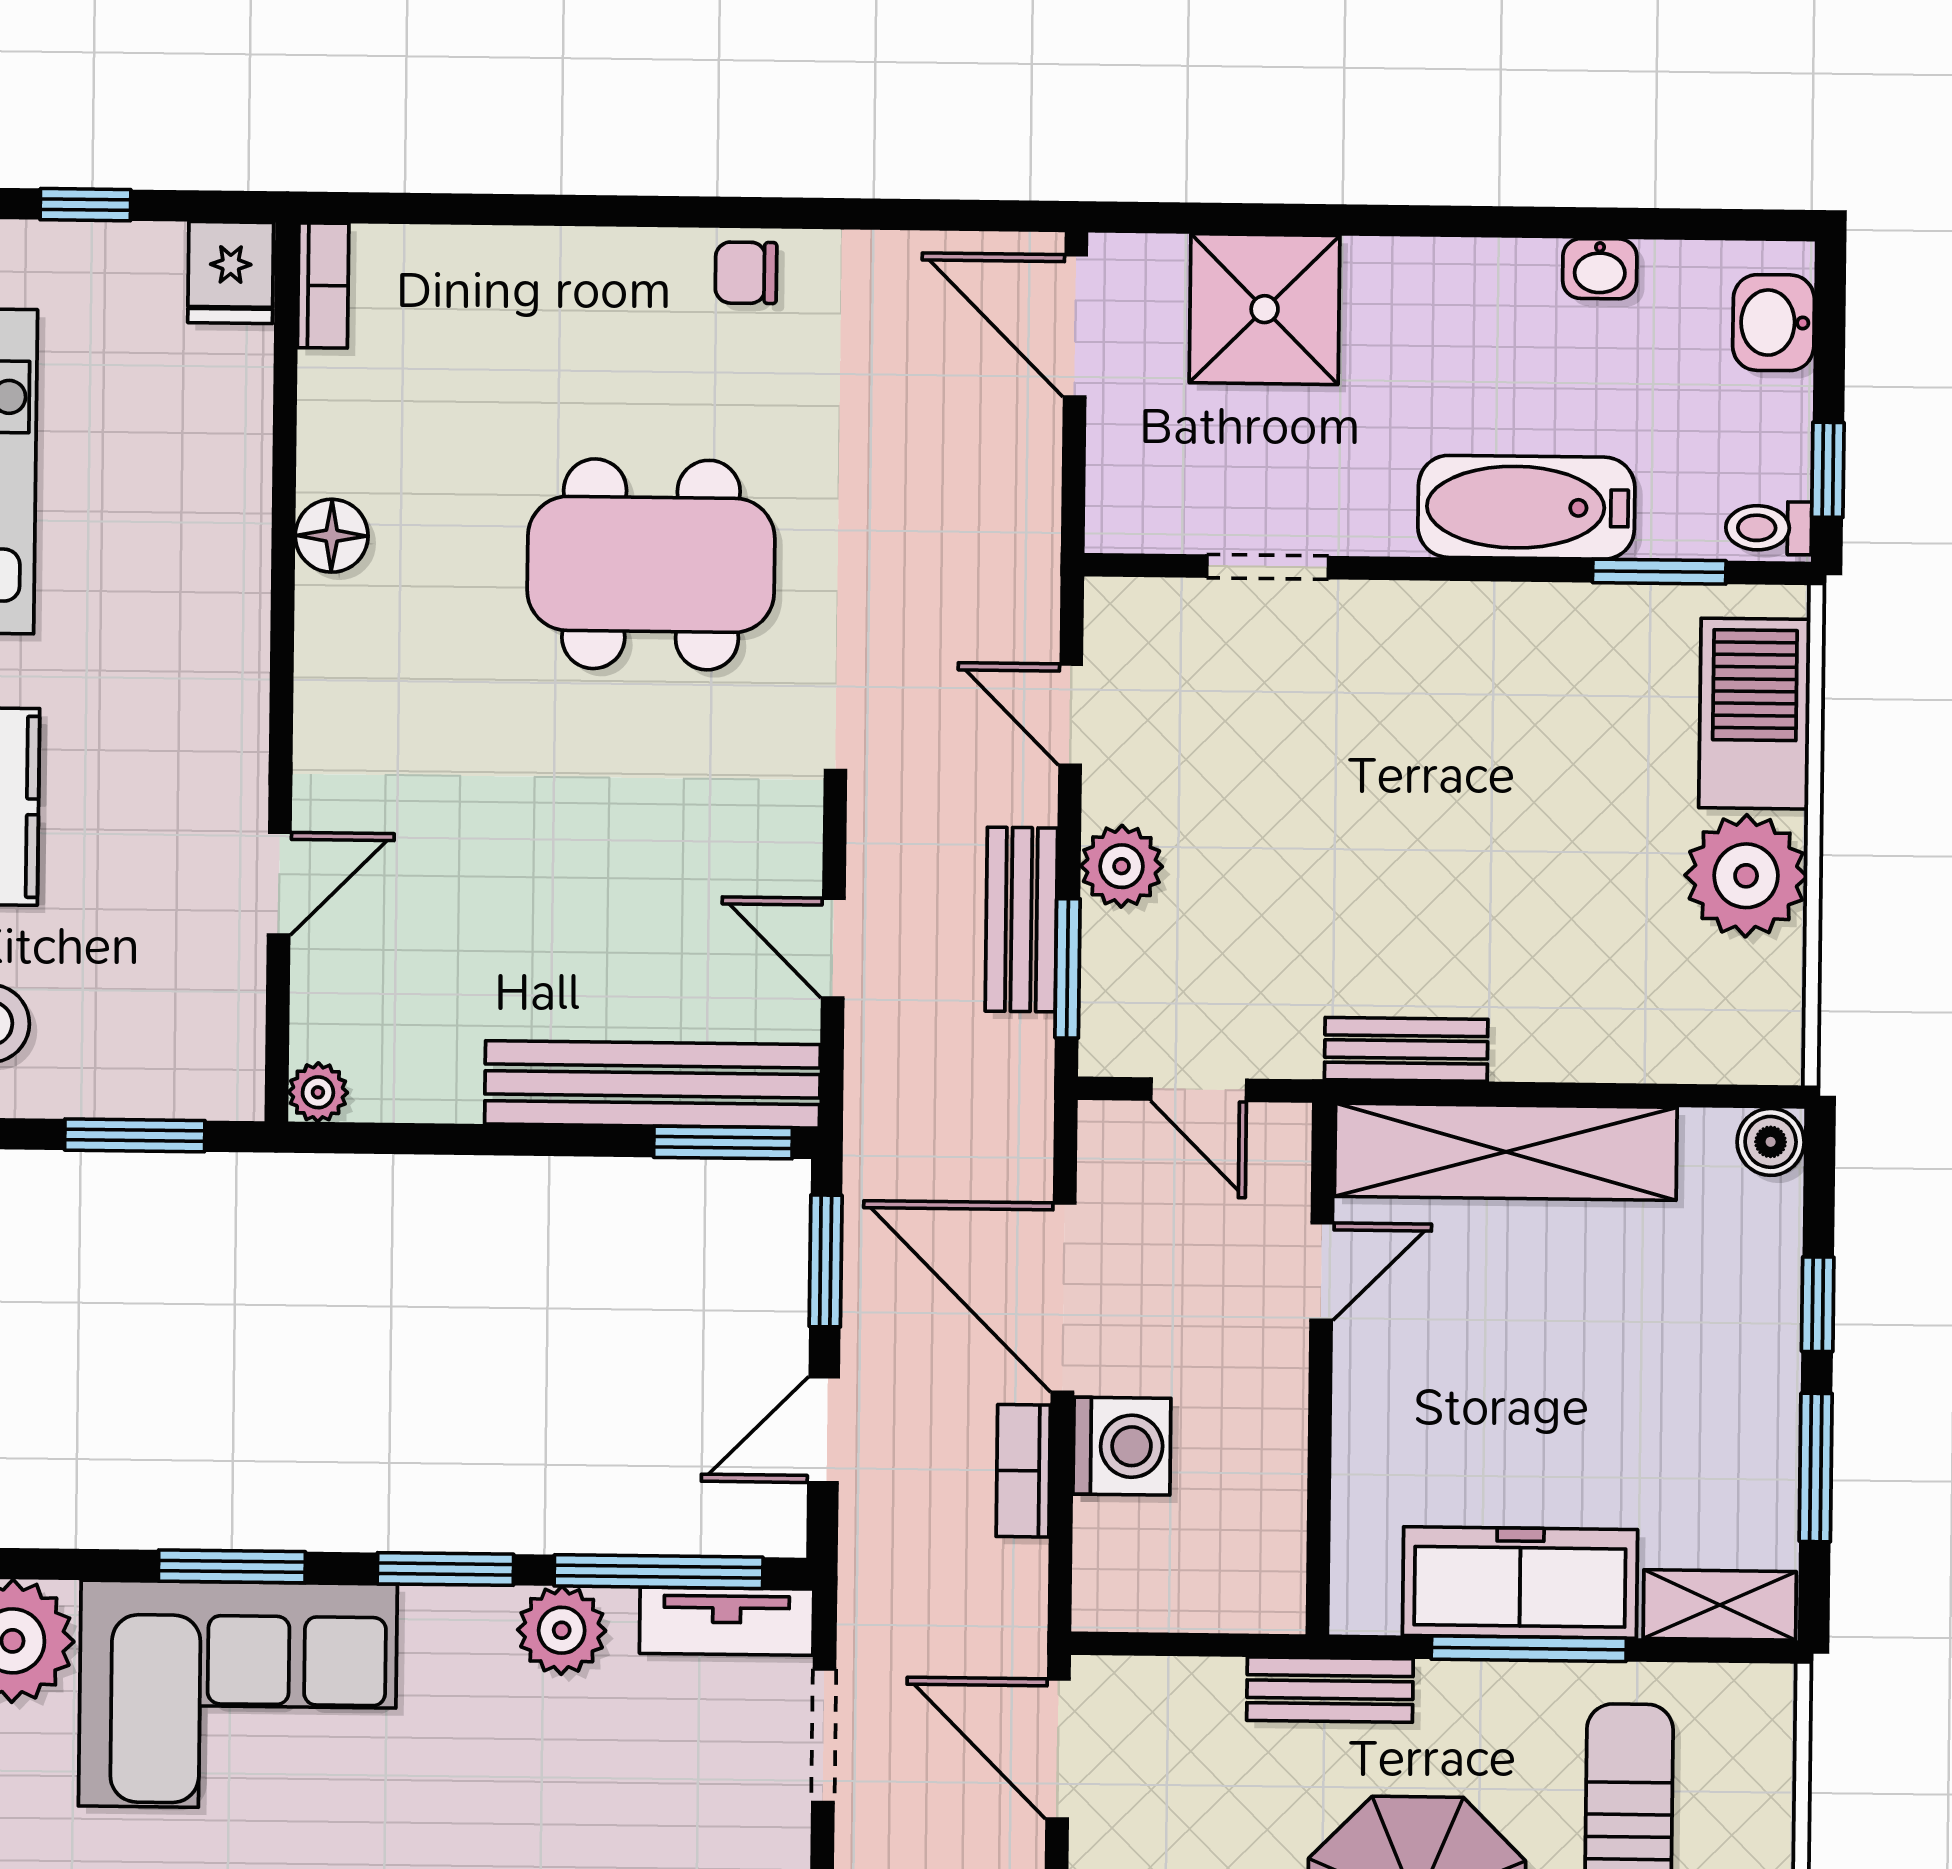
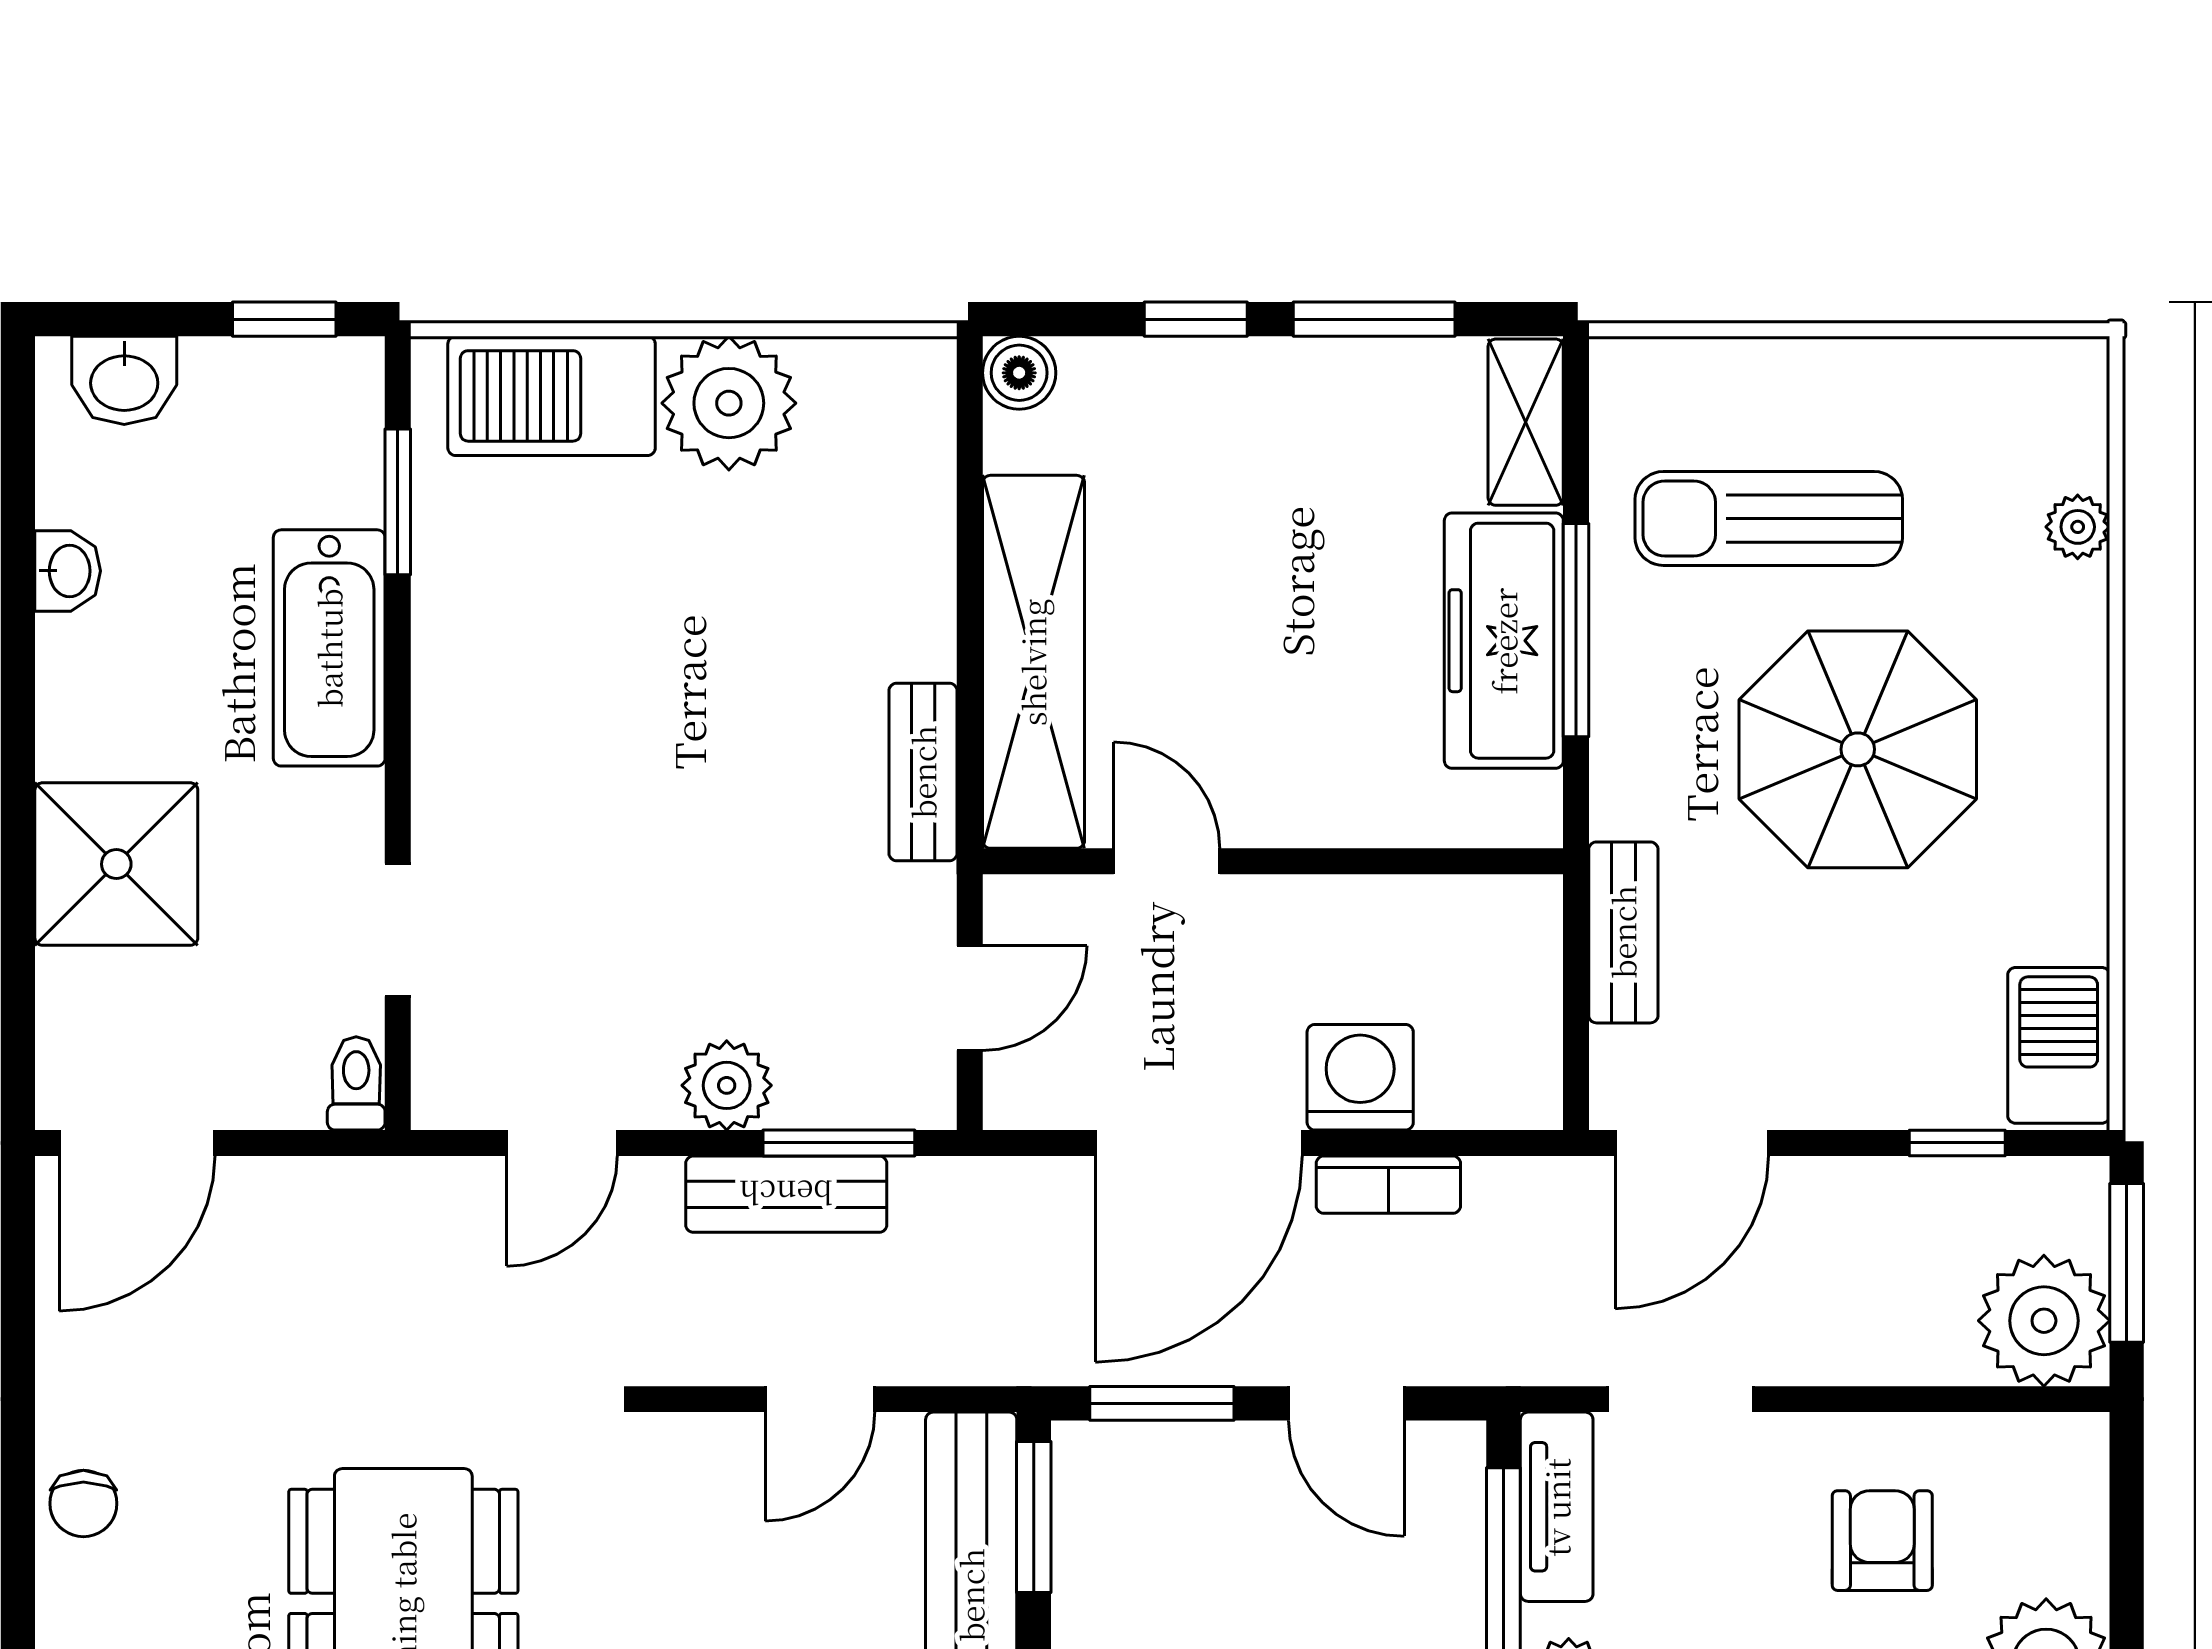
shower: (1265, 309) -> (116, 864), moved
toilet: (1769, 528) -> (356, 1083), moved, turned 180
bench: (1330, 1690) -> (1623, 932), moved

